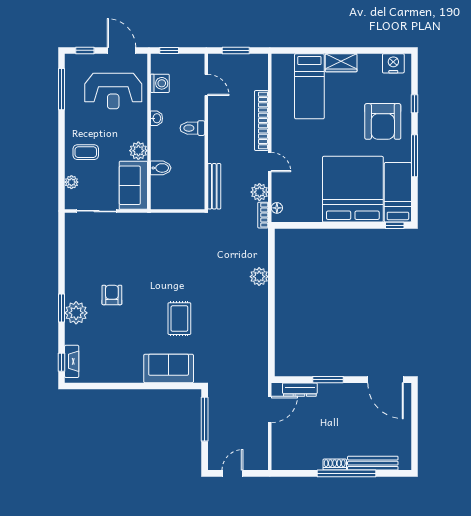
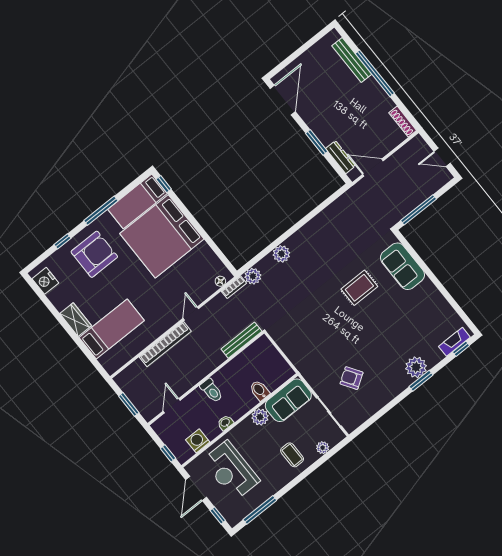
reception desk: (113, 91) -> (231, 471), turned 180
plant: (259, 192) -> (253, 276), moved
armchair: (112, 295) -> (352, 378), moved, turned 57
shoe rack: (335, 465) -> (403, 122), moved, width x1.43

